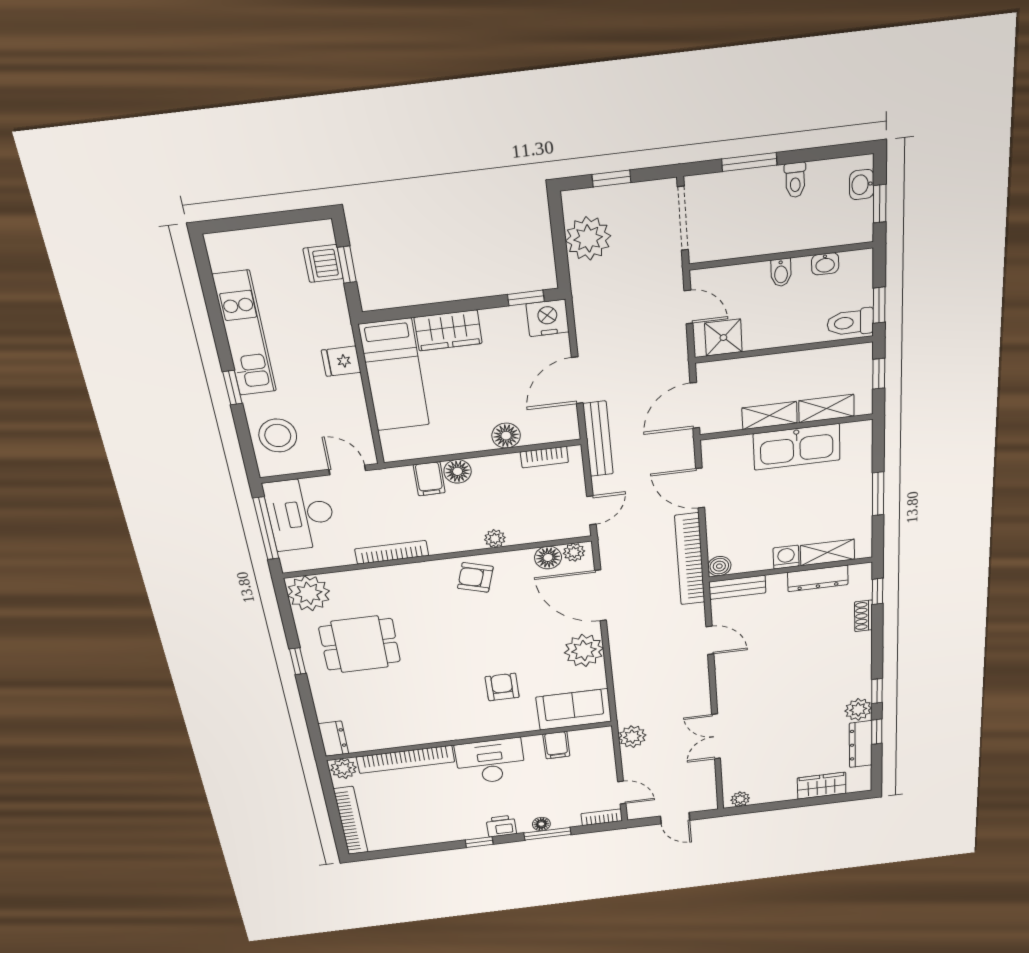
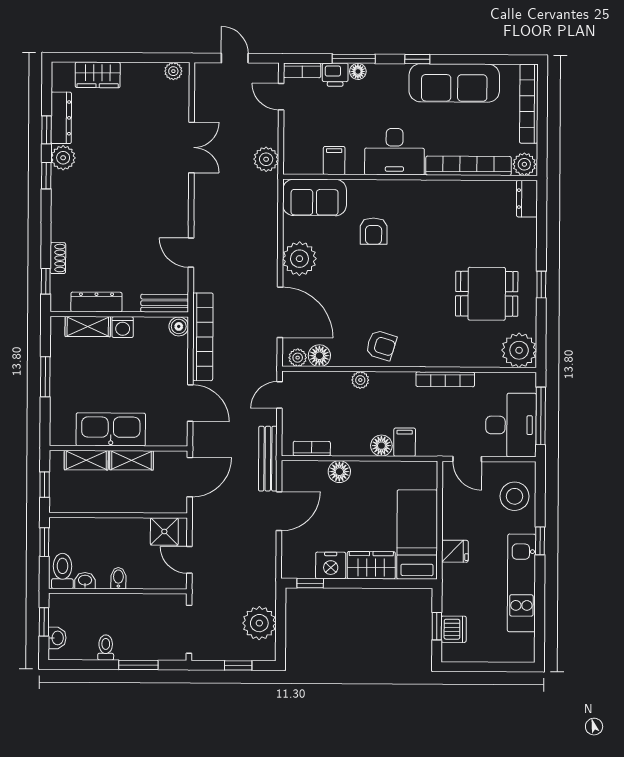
nightstand: (548, 318) -> (331, 565), moved
toilet: (850, 322) -> (62, 571), moved, turned -90
printer: (501, 826) -> (335, 75), moved
sofa: (436, 828) -> (454, 83), added

